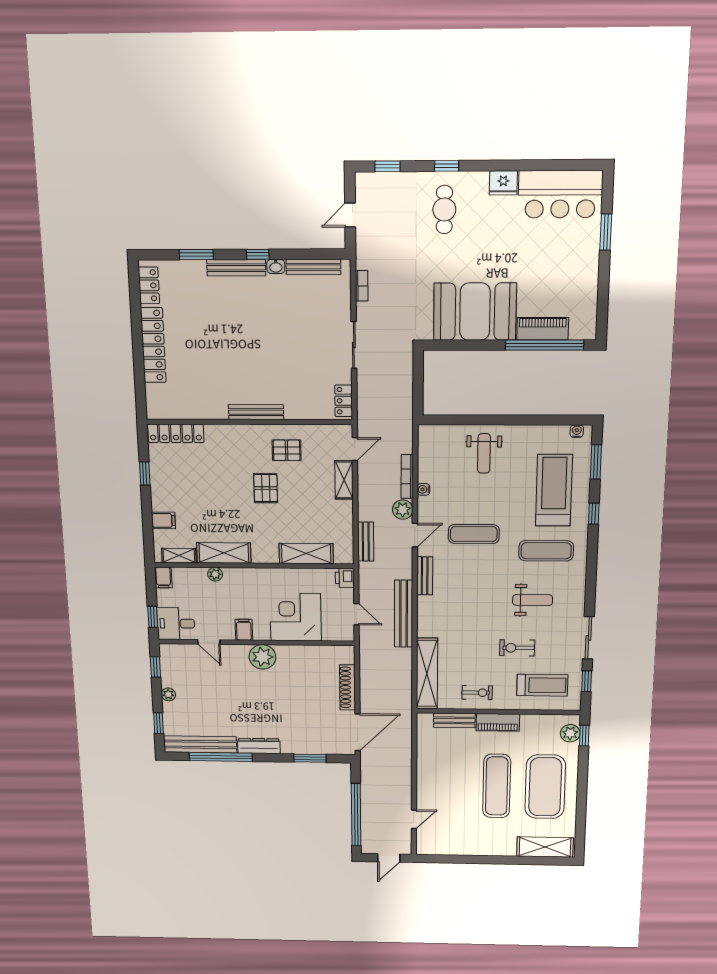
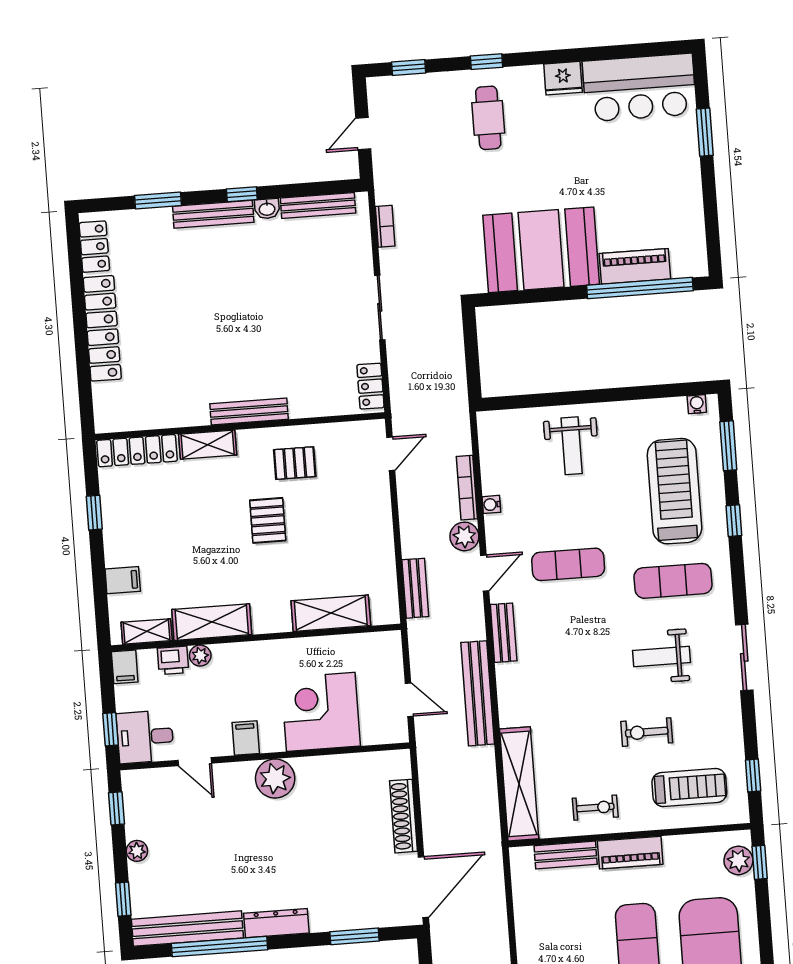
shelving: (344, 480) -> (208, 445), moved, turned 90
printer: (345, 578) -> (173, 660), moved, turned -90
weight bench: (533, 600) -> (661, 657), turned 180
sliding door: (588, 638) -> (744, 657), moved

